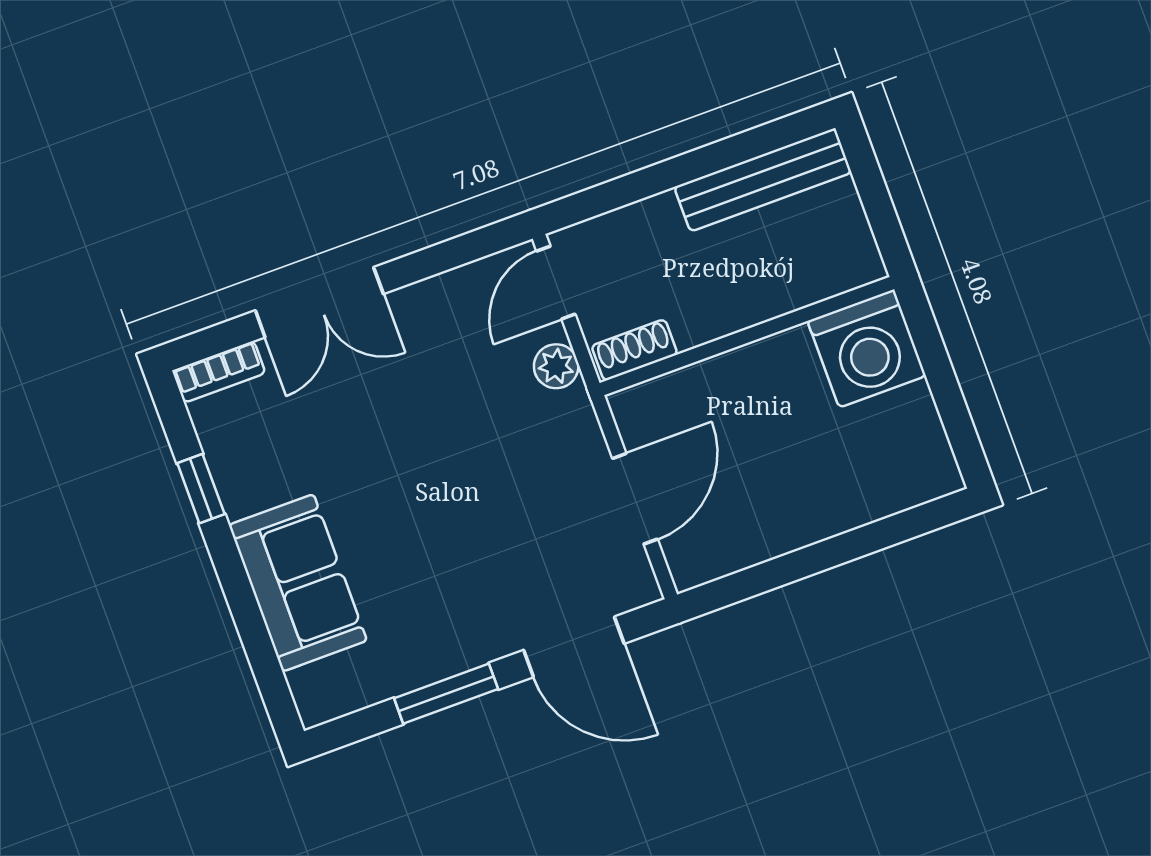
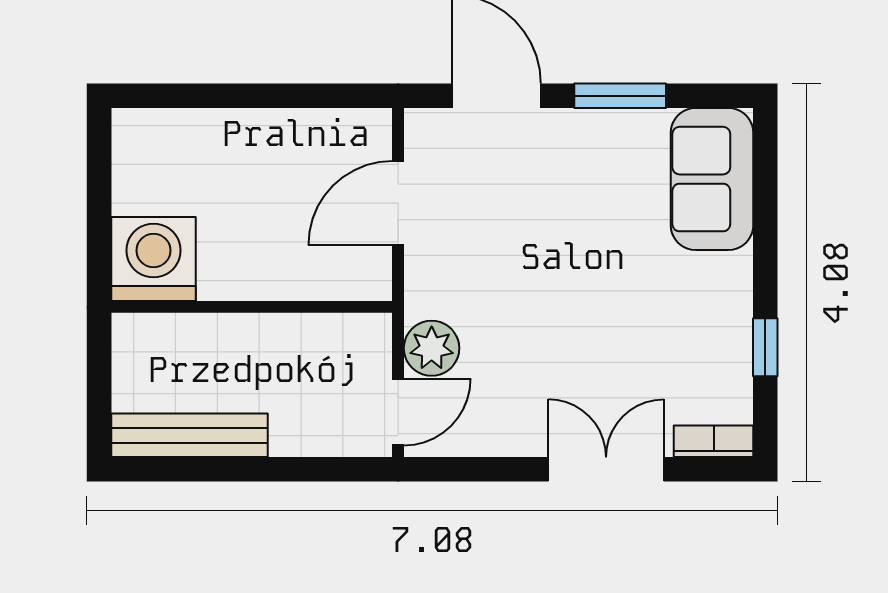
shoe rack: (634, 350) -> (352, 330), removed
plant: (556, 366) -> (432, 348), width x1.38, depth x1.38
sofa: (298, 583) -> (712, 179), moved

